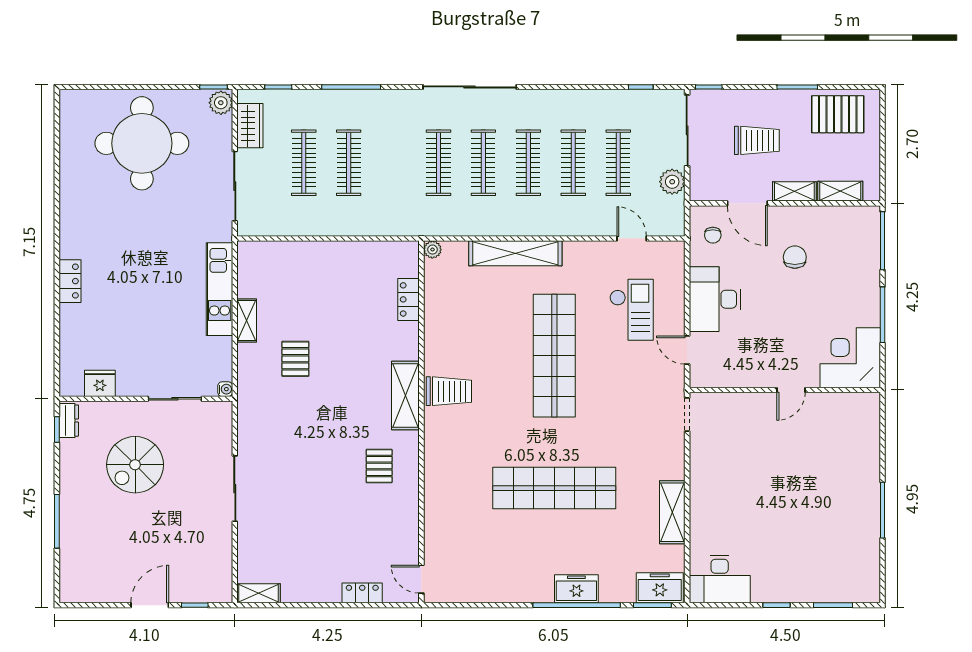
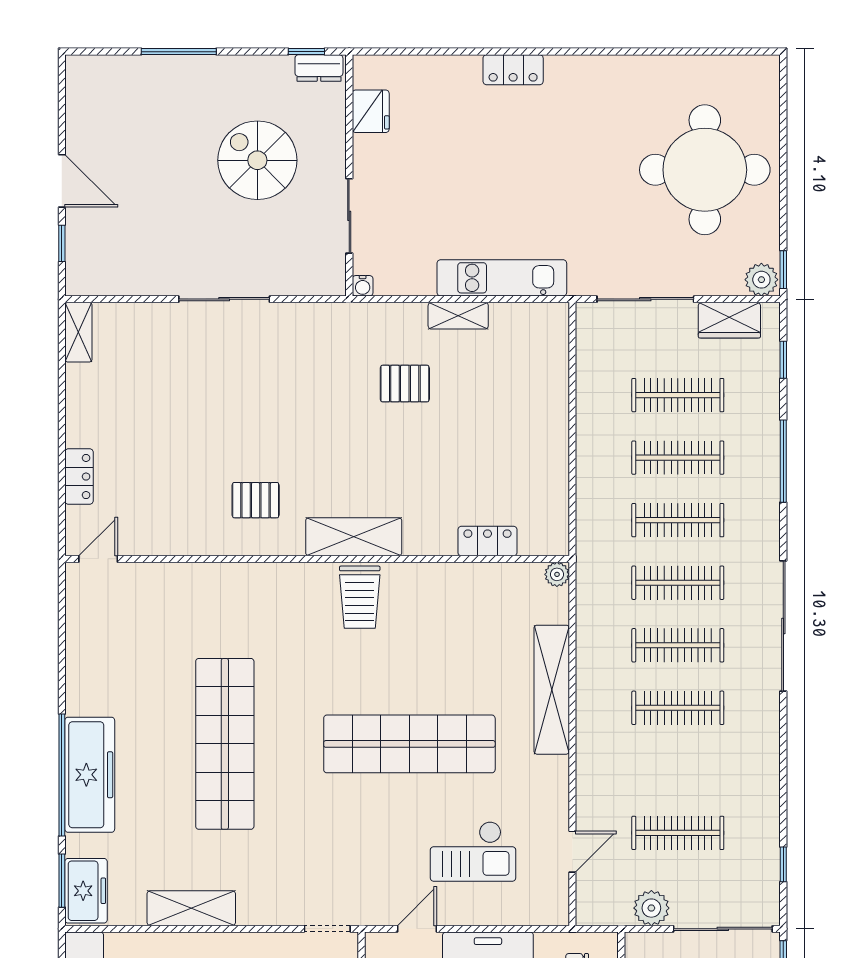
clothes rail: (573, 163) -> (678, 520), moved
freezer: (576, 589) -> (90, 775), width x1.91, depth x1.26

